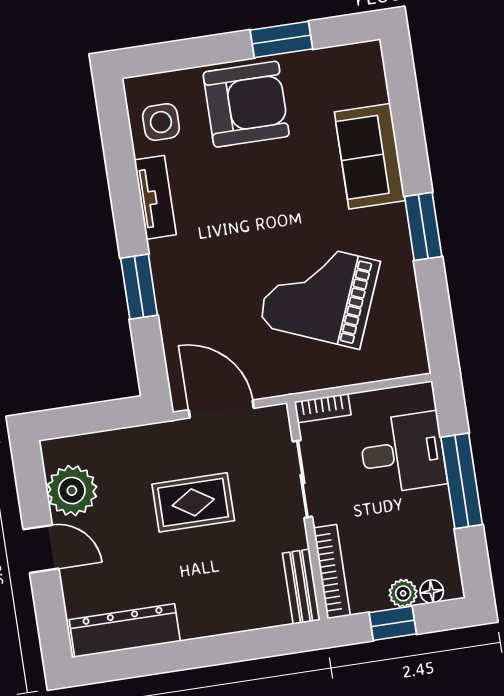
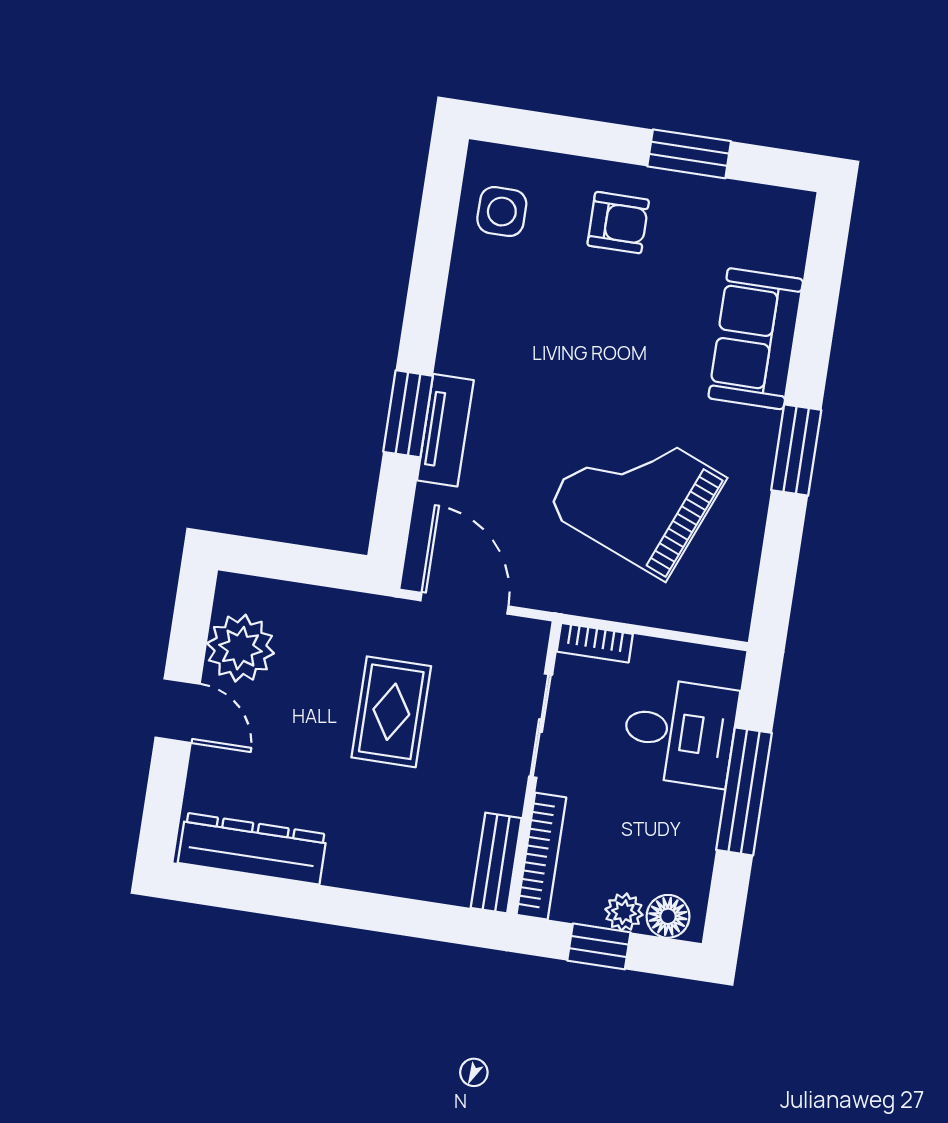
armchair: (246, 104) -> (618, 223), width x0.53, depth x0.53
tv unit: (155, 197) -> (445, 430), moved
rug: (193, 502) -> (391, 712), turned 90
floor lamp: (432, 592) -> (668, 916), width x1.37, depth x1.37

